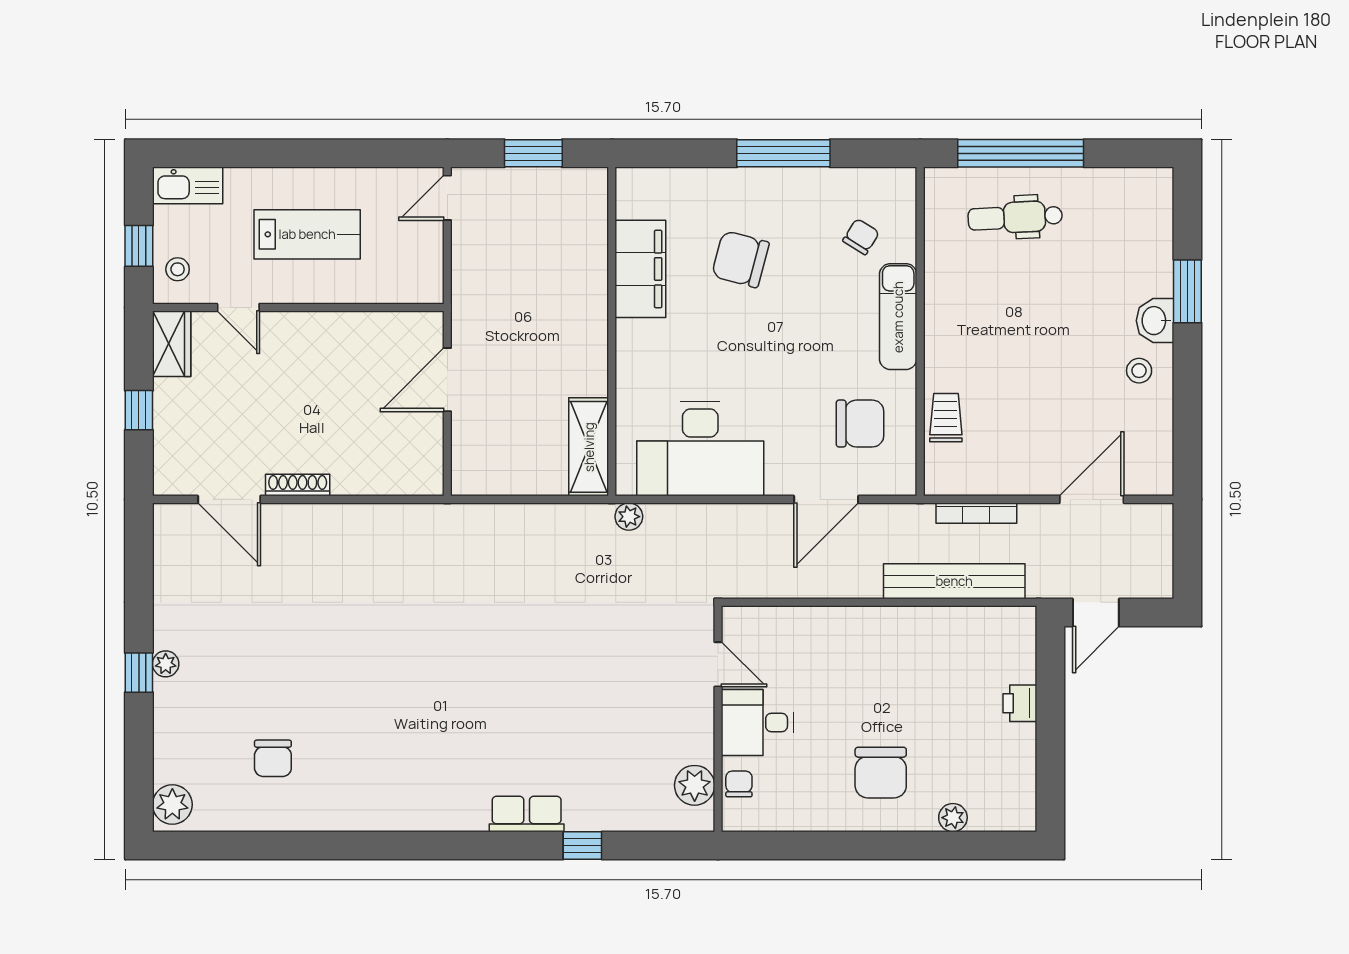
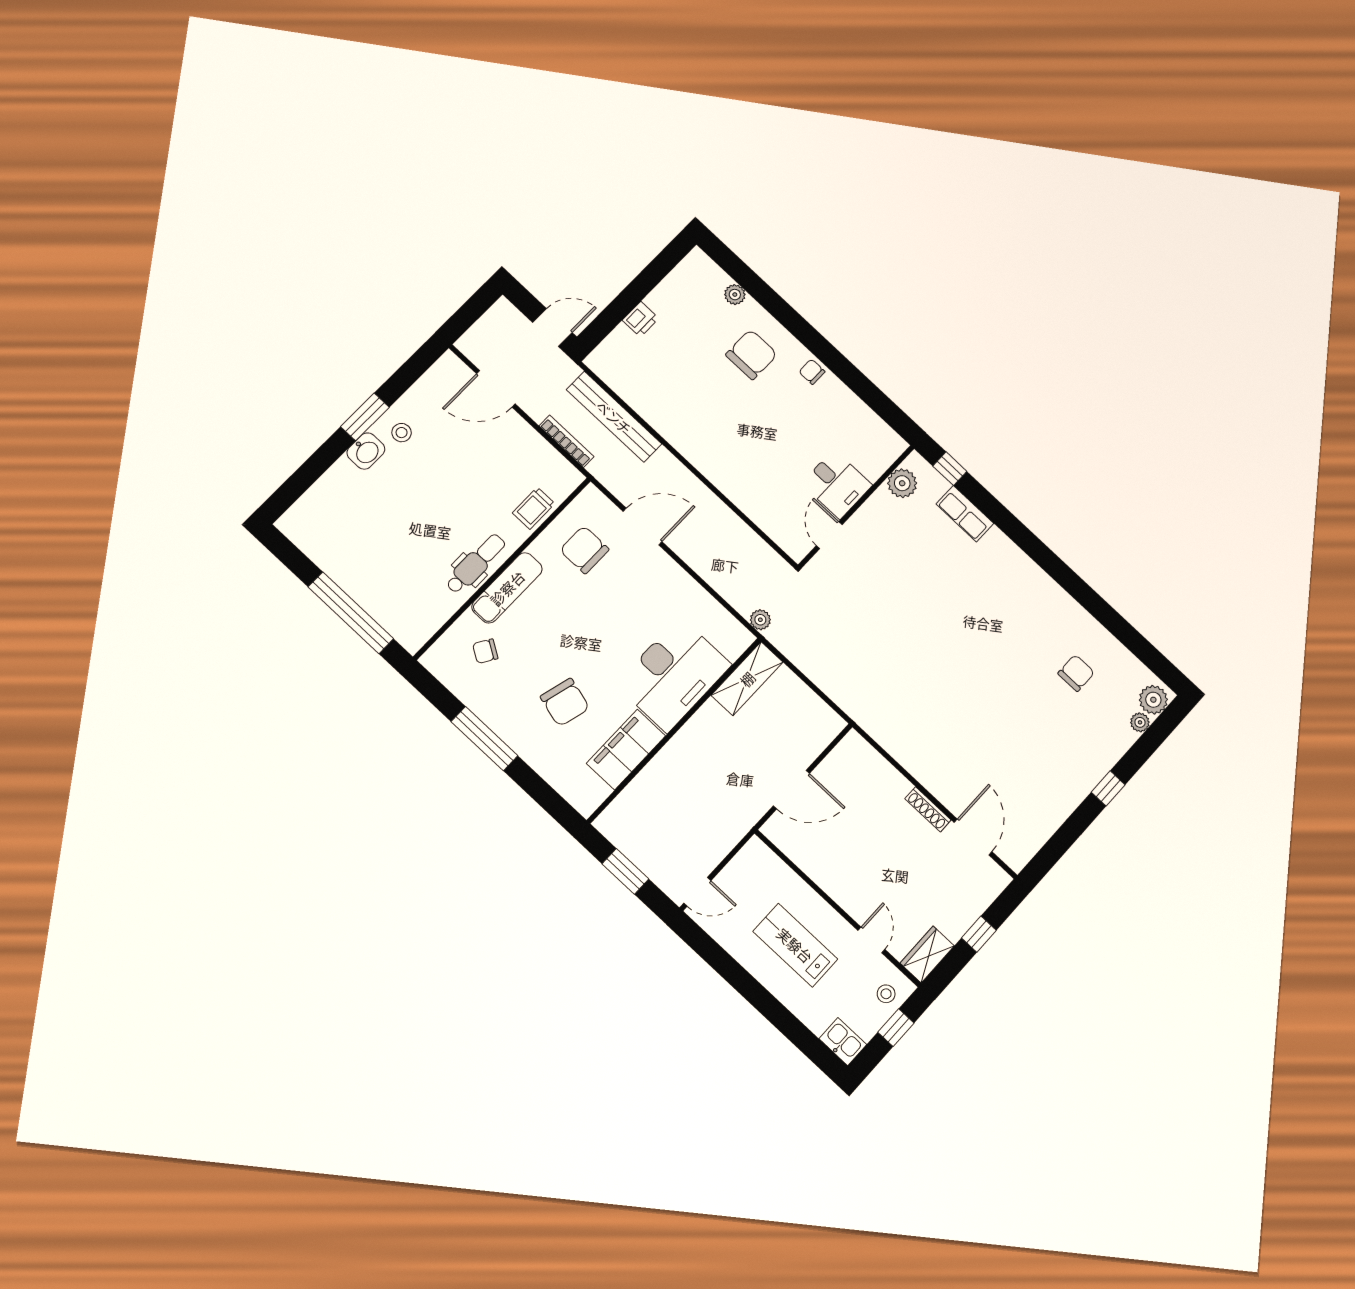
kitchen sink: (188, 185) -> (843, 1042), width x0.73
dental chair: (1015, 217) -> (476, 564), moved, turned -87
window: (1187, 291) -> (365, 417), moved
desk: (700, 449) -> (674, 675), moved, turned 90
plant: (166, 664) -> (1140, 722), moved
door: (718, 664) -> (829, 535), moved
wall: (718, 719) -> (856, 506), moved
desk: (757, 722) -> (837, 484), moved
chair: (739, 784) -> (812, 372), moved, turned 90
plant: (695, 785) -> (902, 483), moved

